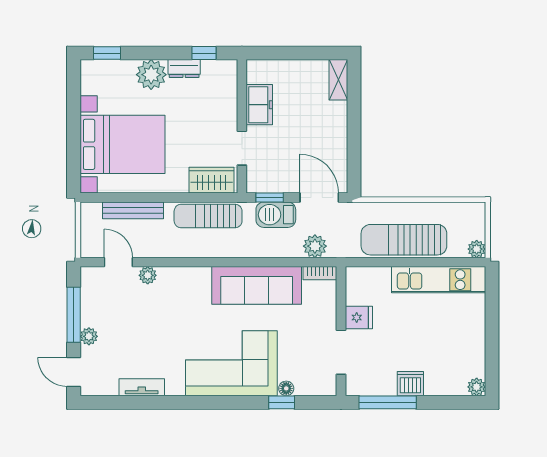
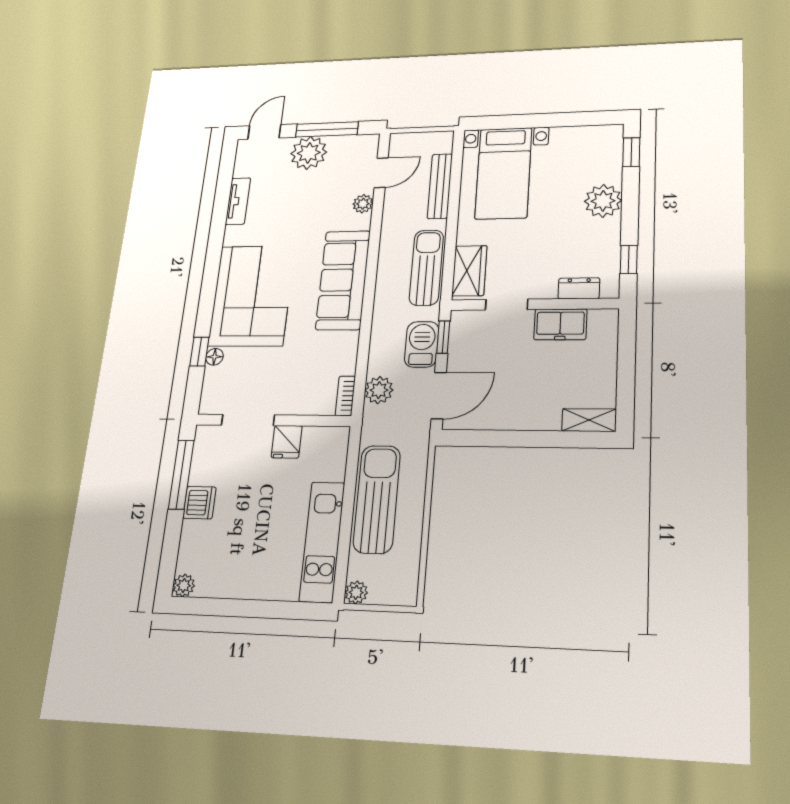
dresser: (184, 69) -> (579, 288), moved, turned 90
bed with nightstands: (123, 144) -> (503, 173), width x0.73
sofa: (257, 285) -> (343, 280), moved
plant: (89, 336) -> (309, 153), width x1.88, depth x1.88

